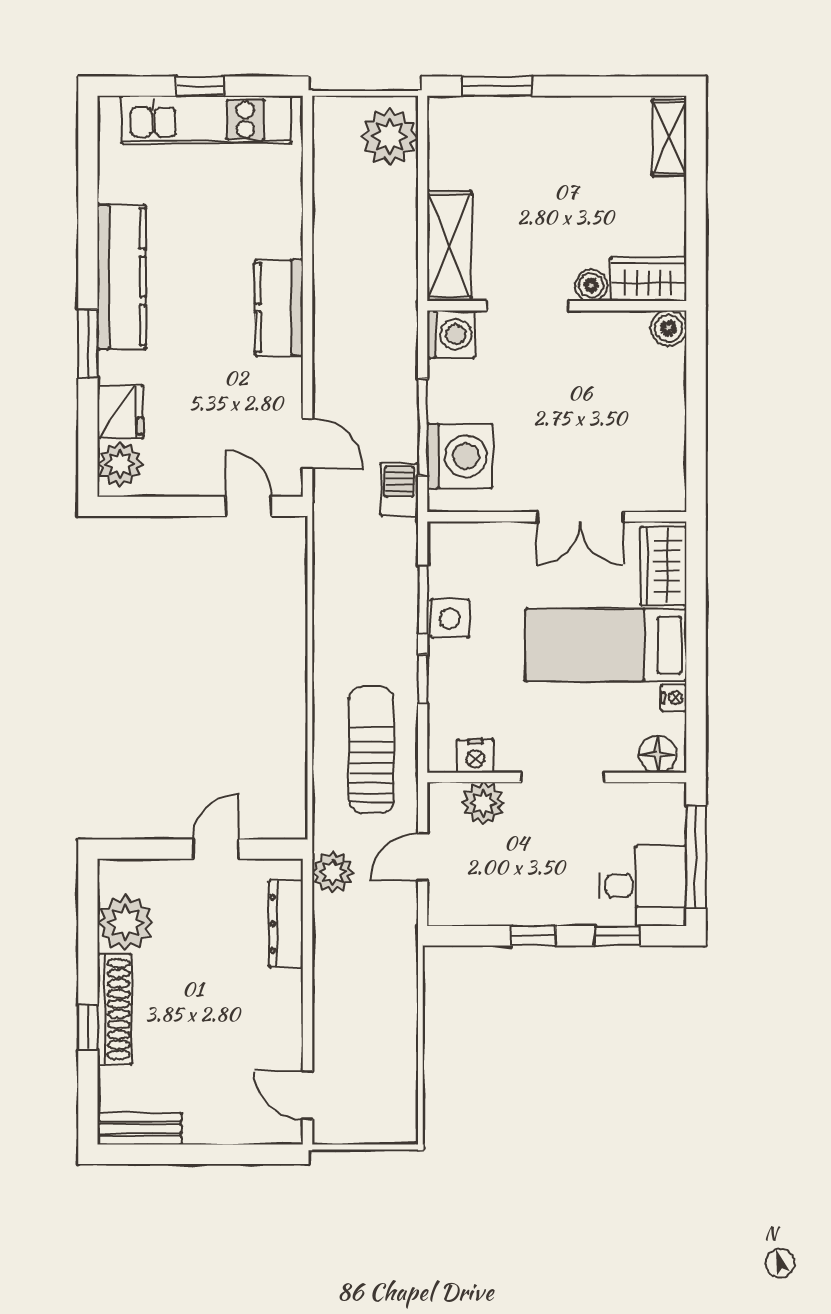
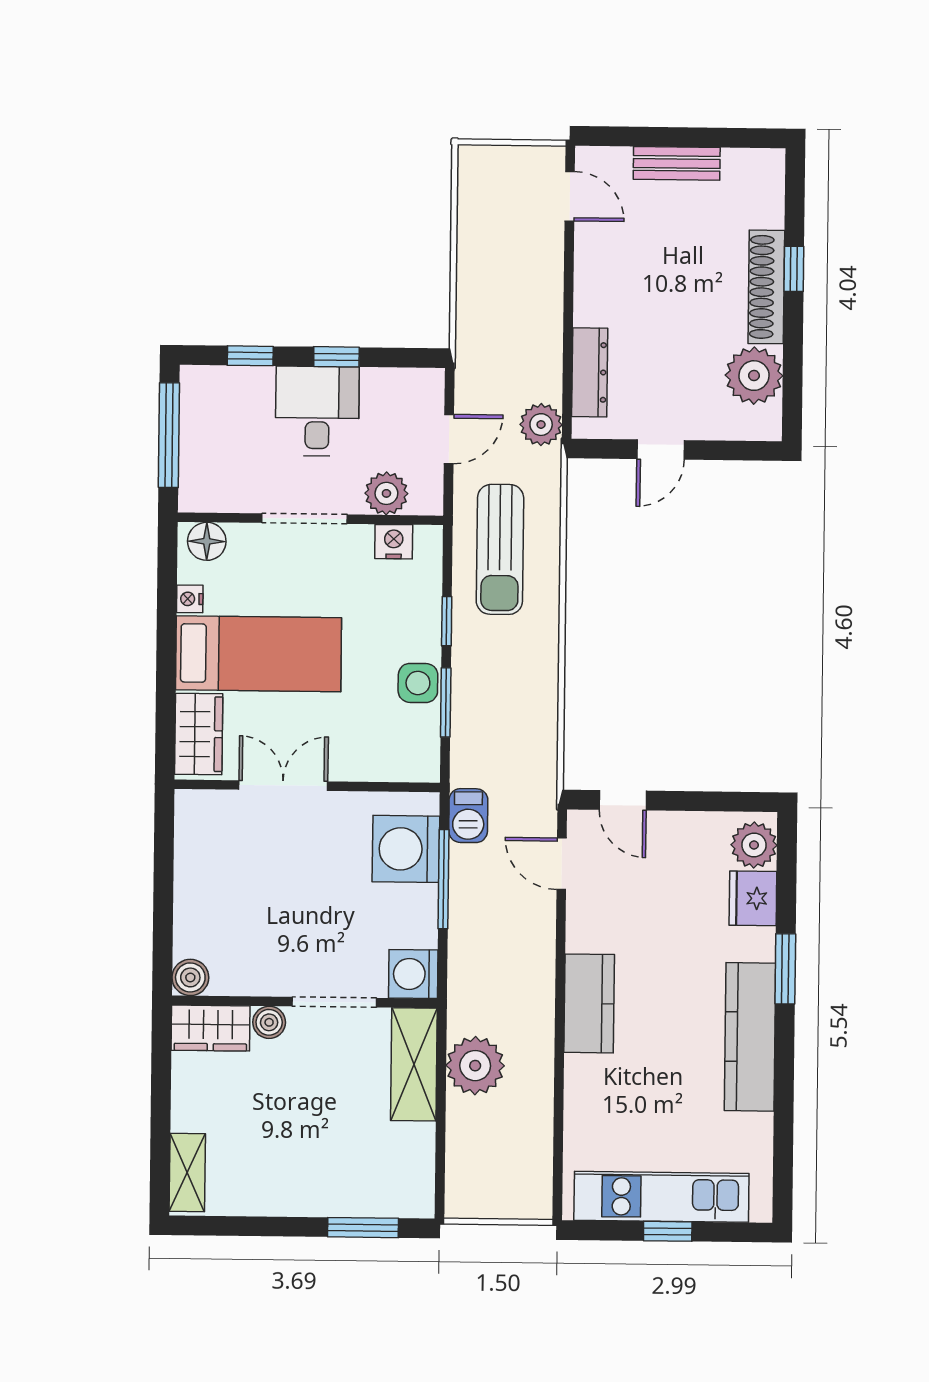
plant: (389, 137) -> (475, 1066), moved
desk: (643, 886) -> (317, 411), moved, turned 90
bench: (140, 1129) -> (677, 163), moved

